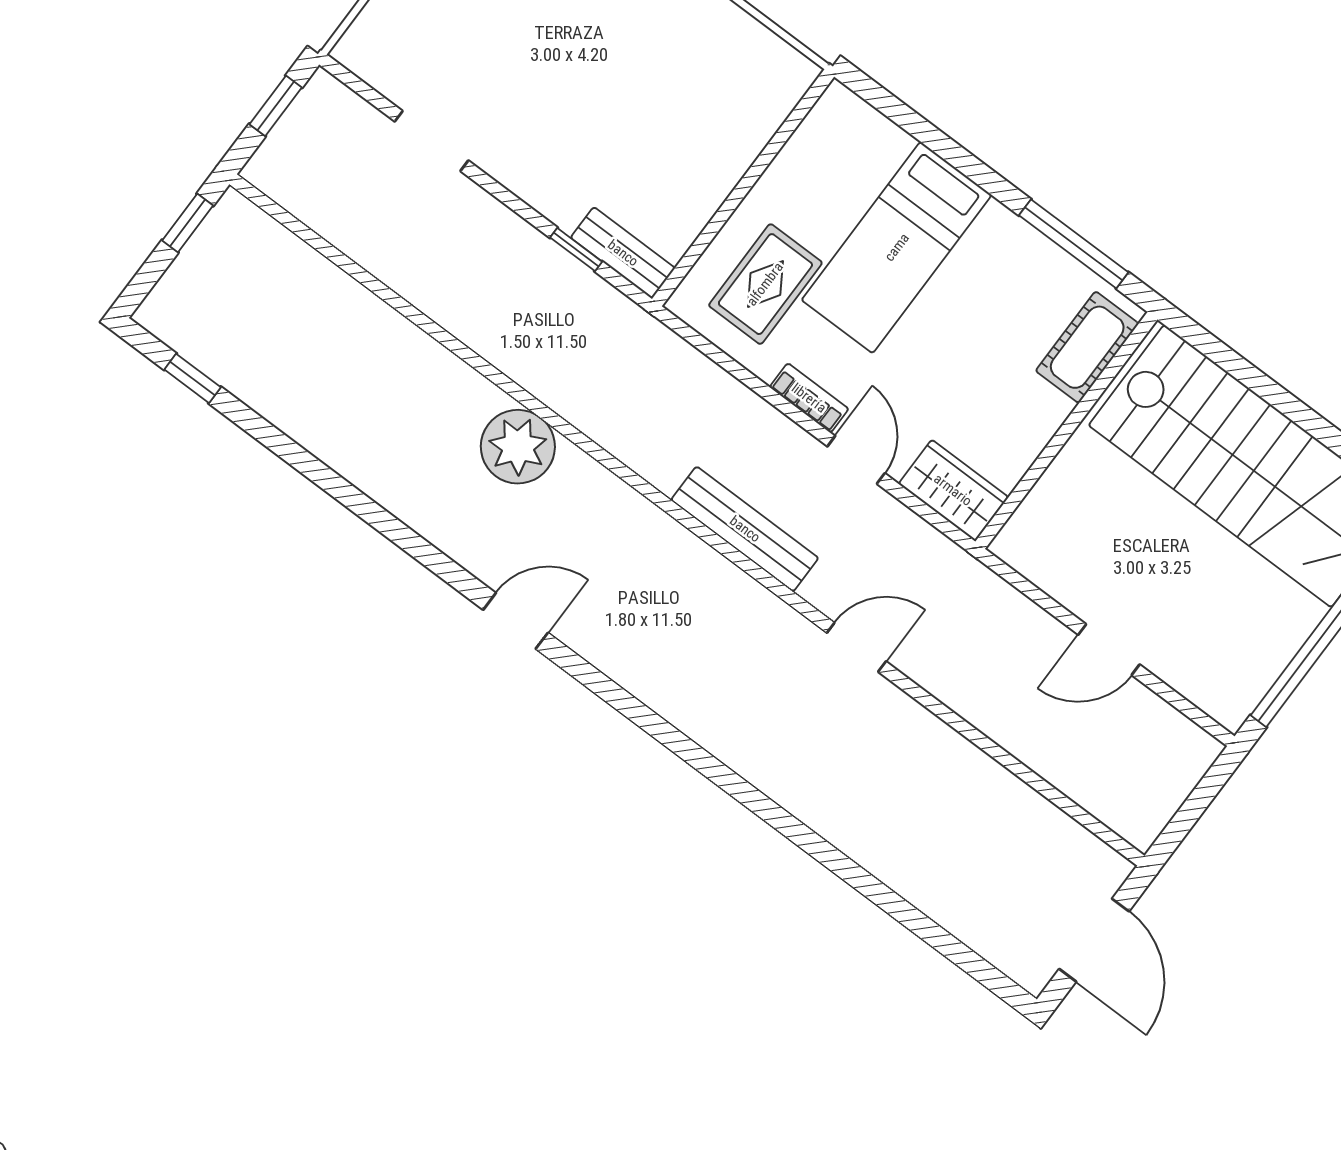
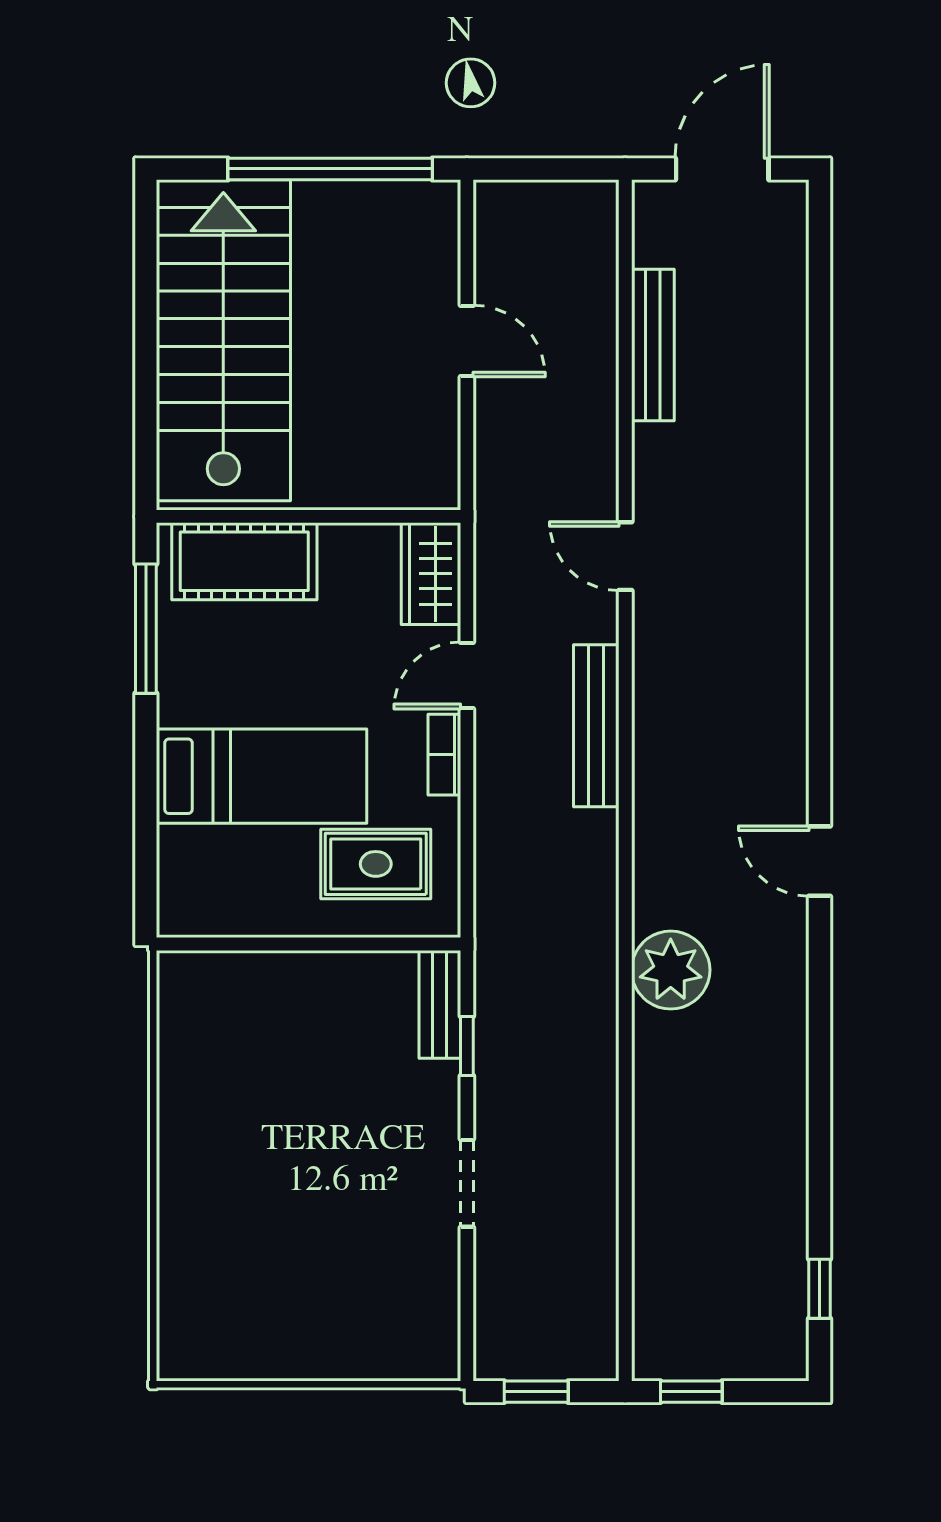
doorway: (431, 141) -> (467, 1183), moved
cot: (1087, 347) -> (244, 561), width x1.37, depth x1.34
bench: (1000, 788) -> (653, 345), added

